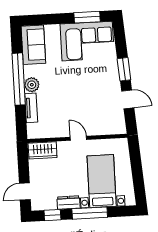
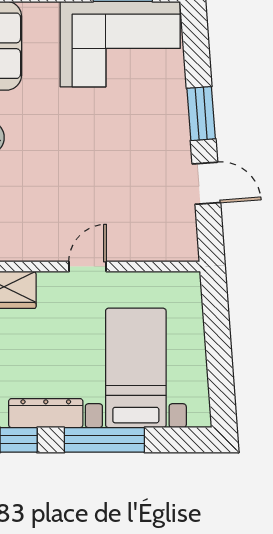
door: (78, 138) -> (88, 267), hinge flipped
dresser: (69, 203) -> (46, 413), width x1.44

